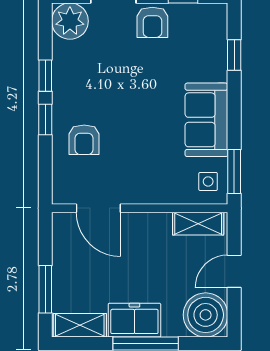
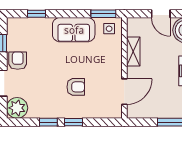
armchair: (152, 22) -> (18, 61), turned -90
armchair: (84, 140) -> (76, 87), moved
shelving: (198, 224) -> (133, 51), moved

